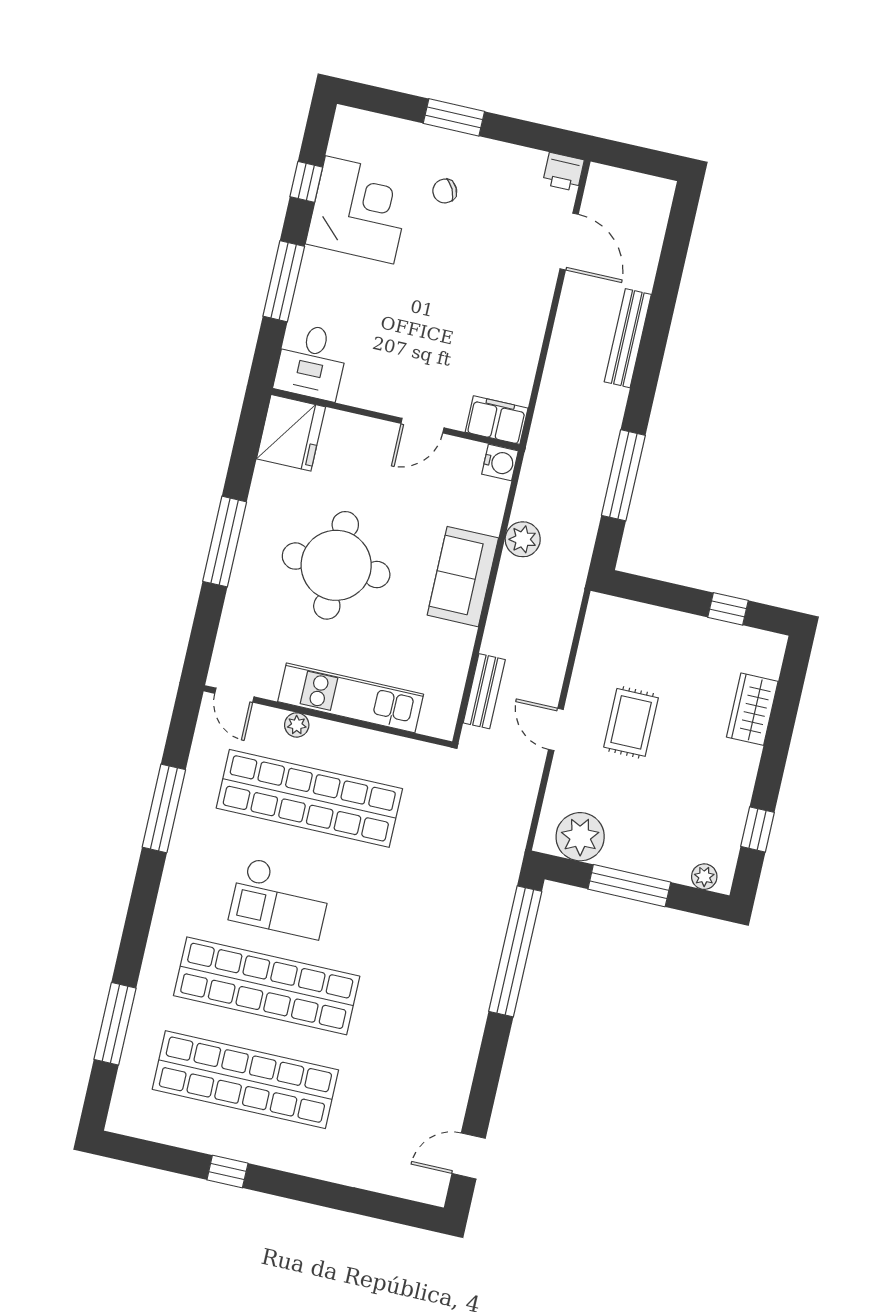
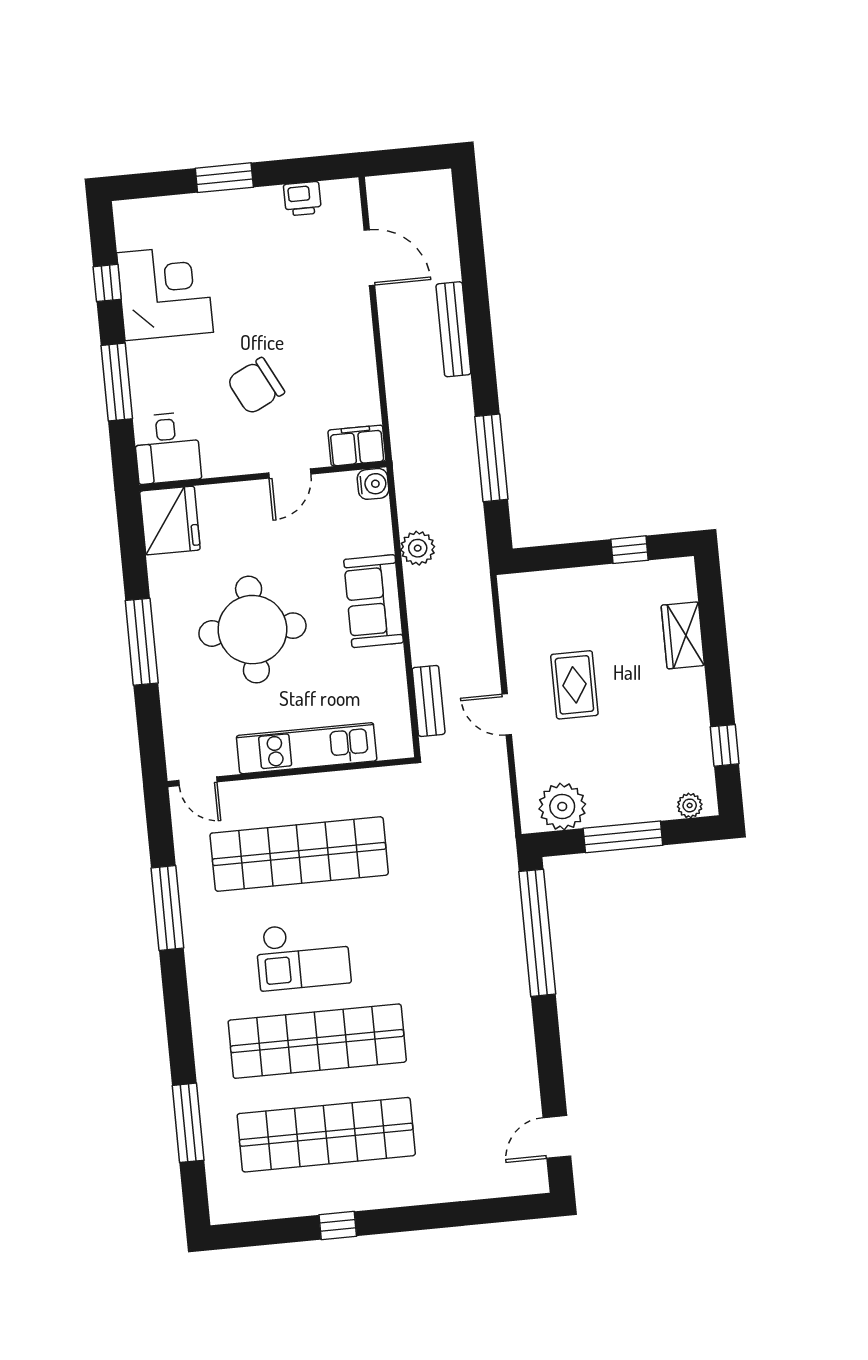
printer: (563, 172) -> (302, 199), moved
chair: (445, 191) -> (256, 386), moved, width x1.87, depth x1.87
plant: (297, 725) -> (265, 790), removed

